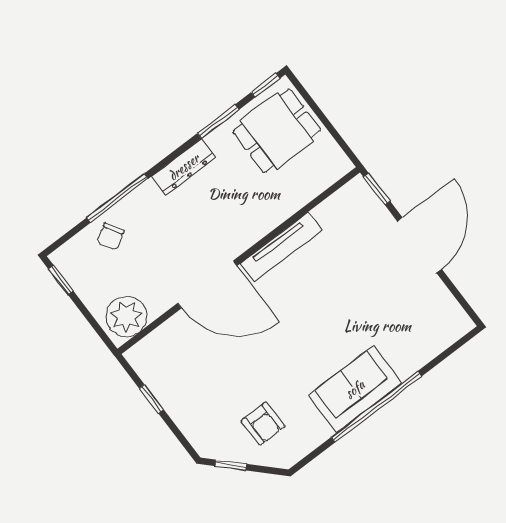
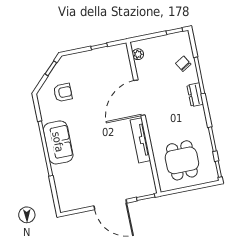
dining table: (277, 131) -> (182, 160), moved
dresser: (184, 167) -> (195, 95), moved, width x0.70
plant: (126, 317) -> (138, 54), width x0.53, depth x0.53
armchair: (263, 424) -> (63, 92), turned 180

